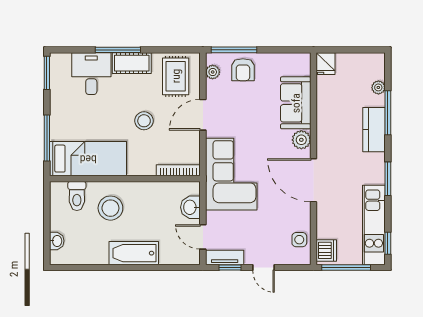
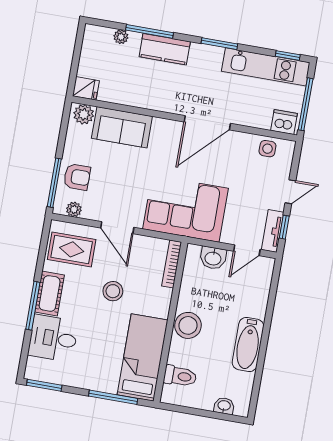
plant: (301, 140) -> (84, 114), moved
stool: (110, 208) -> (188, 325), moved
bathtub: (134, 253) -> (248, 344), moved

